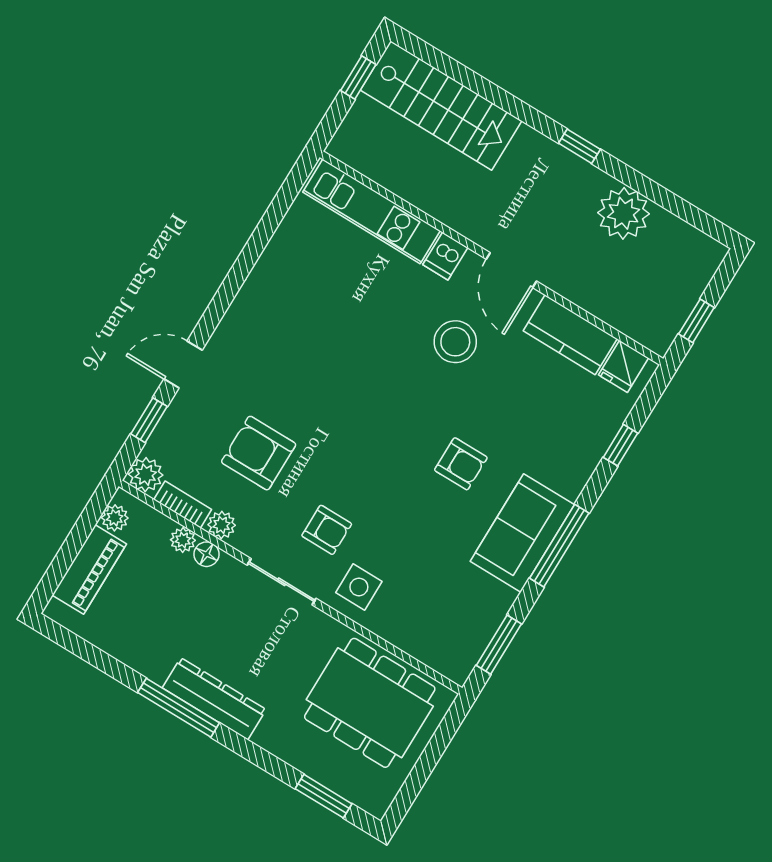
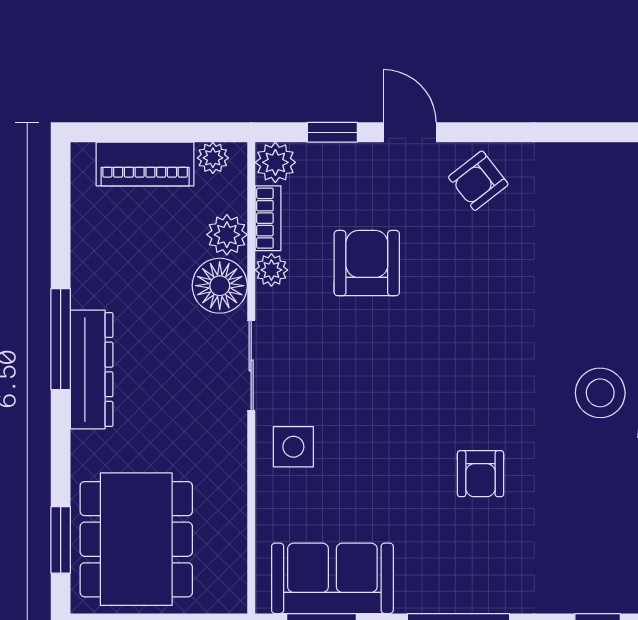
armchair: (327, 530) -> (478, 181), moved, turned 52
sofa: (522, 533) -> (332, 578), moved
plant: (183, 540) -> (227, 235), width x1.38, depth x1.38
floor lamp: (206, 554) -> (220, 286), width x1.89, depth x1.89
dining table: (370, 703) -> (136, 539), moved

